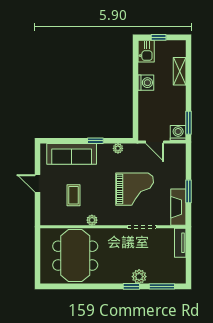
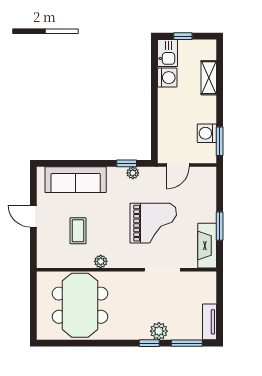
washing machine: (146, 83) -> (167, 78), moved
washing machine: (178, 133) -> (207, 133), moved, turned -90
window: (95, 141) -> (127, 163), moved
door: (155, 142) -> (178, 165), hinge flipped
tv unit: (180, 243) -> (210, 322), moved

